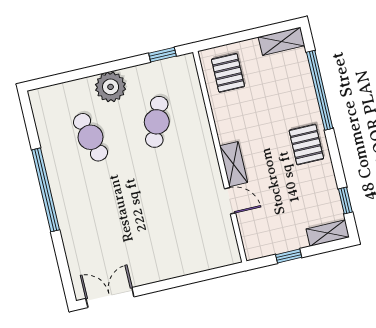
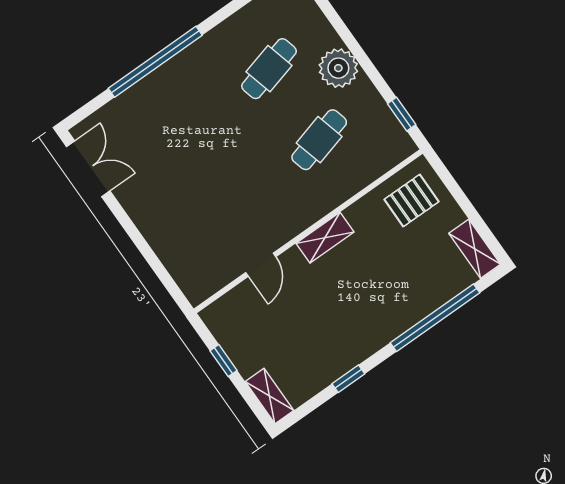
cafe table: (157, 122) -> (319, 140), turned -36
pallet: (306, 145) -> (364, 328), removed
shelving: (234, 164) -> (325, 238), moved
window: (46, 190) -> (155, 62), moved
window: (345, 201) -> (348, 379), moved

